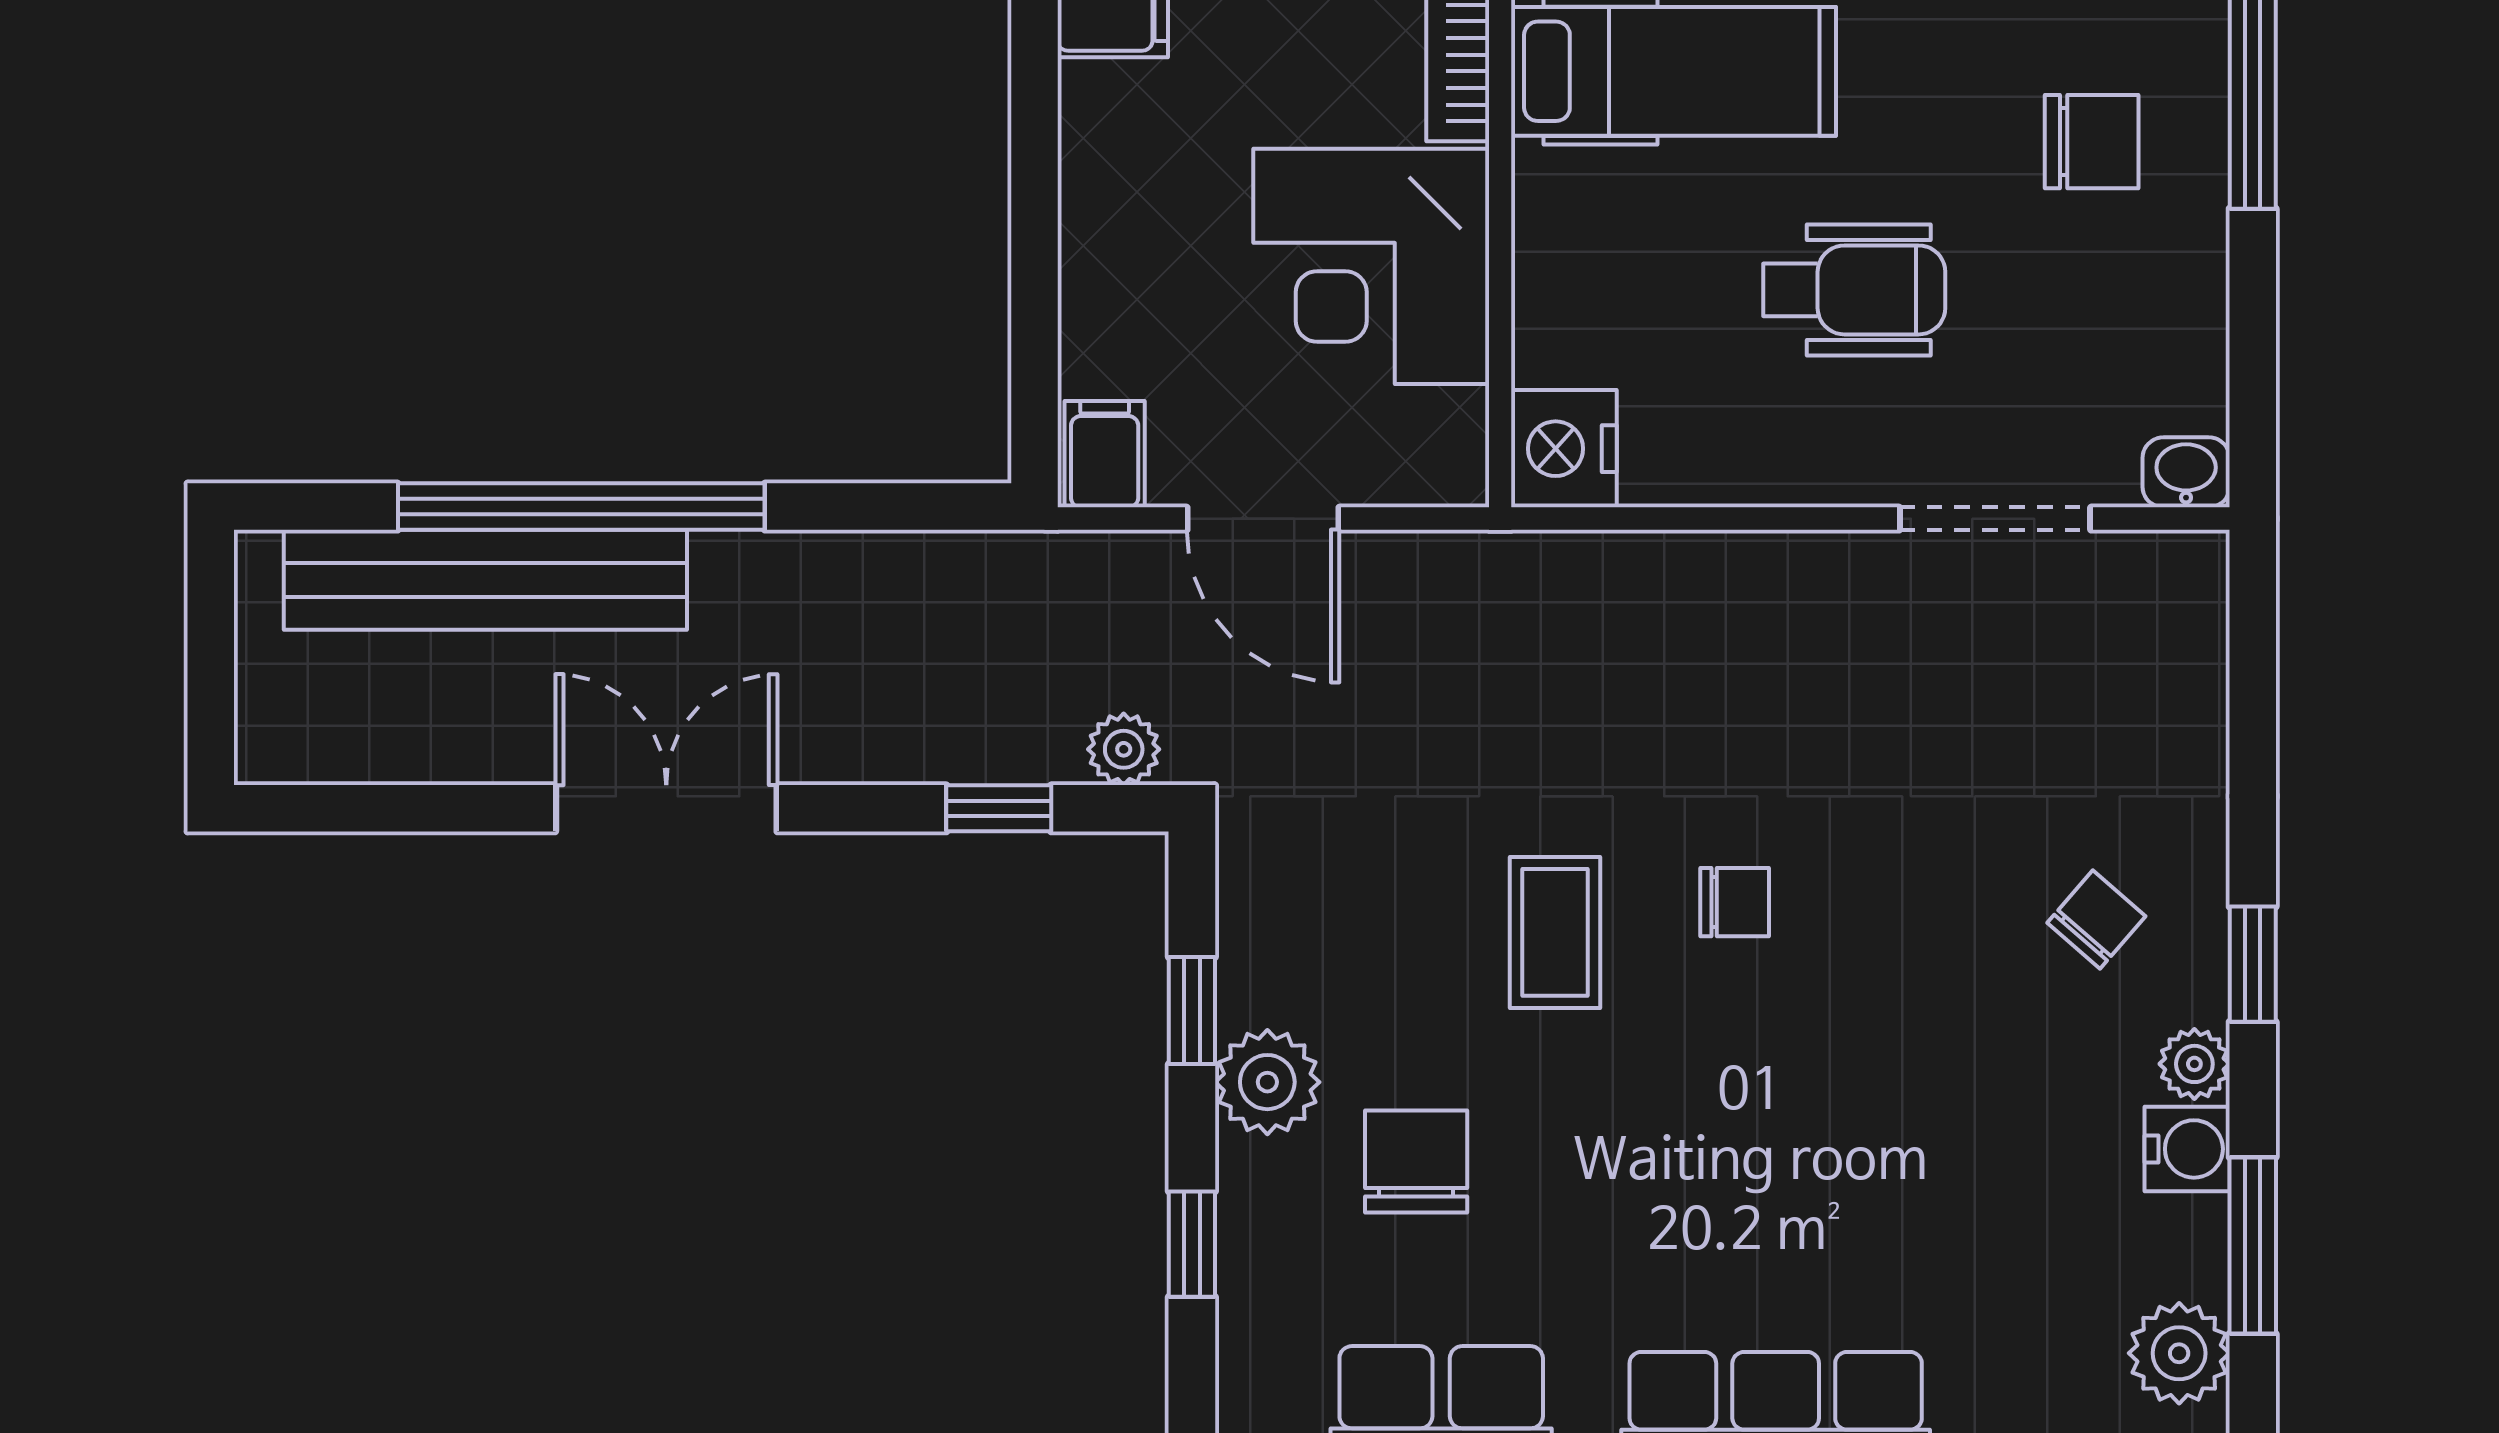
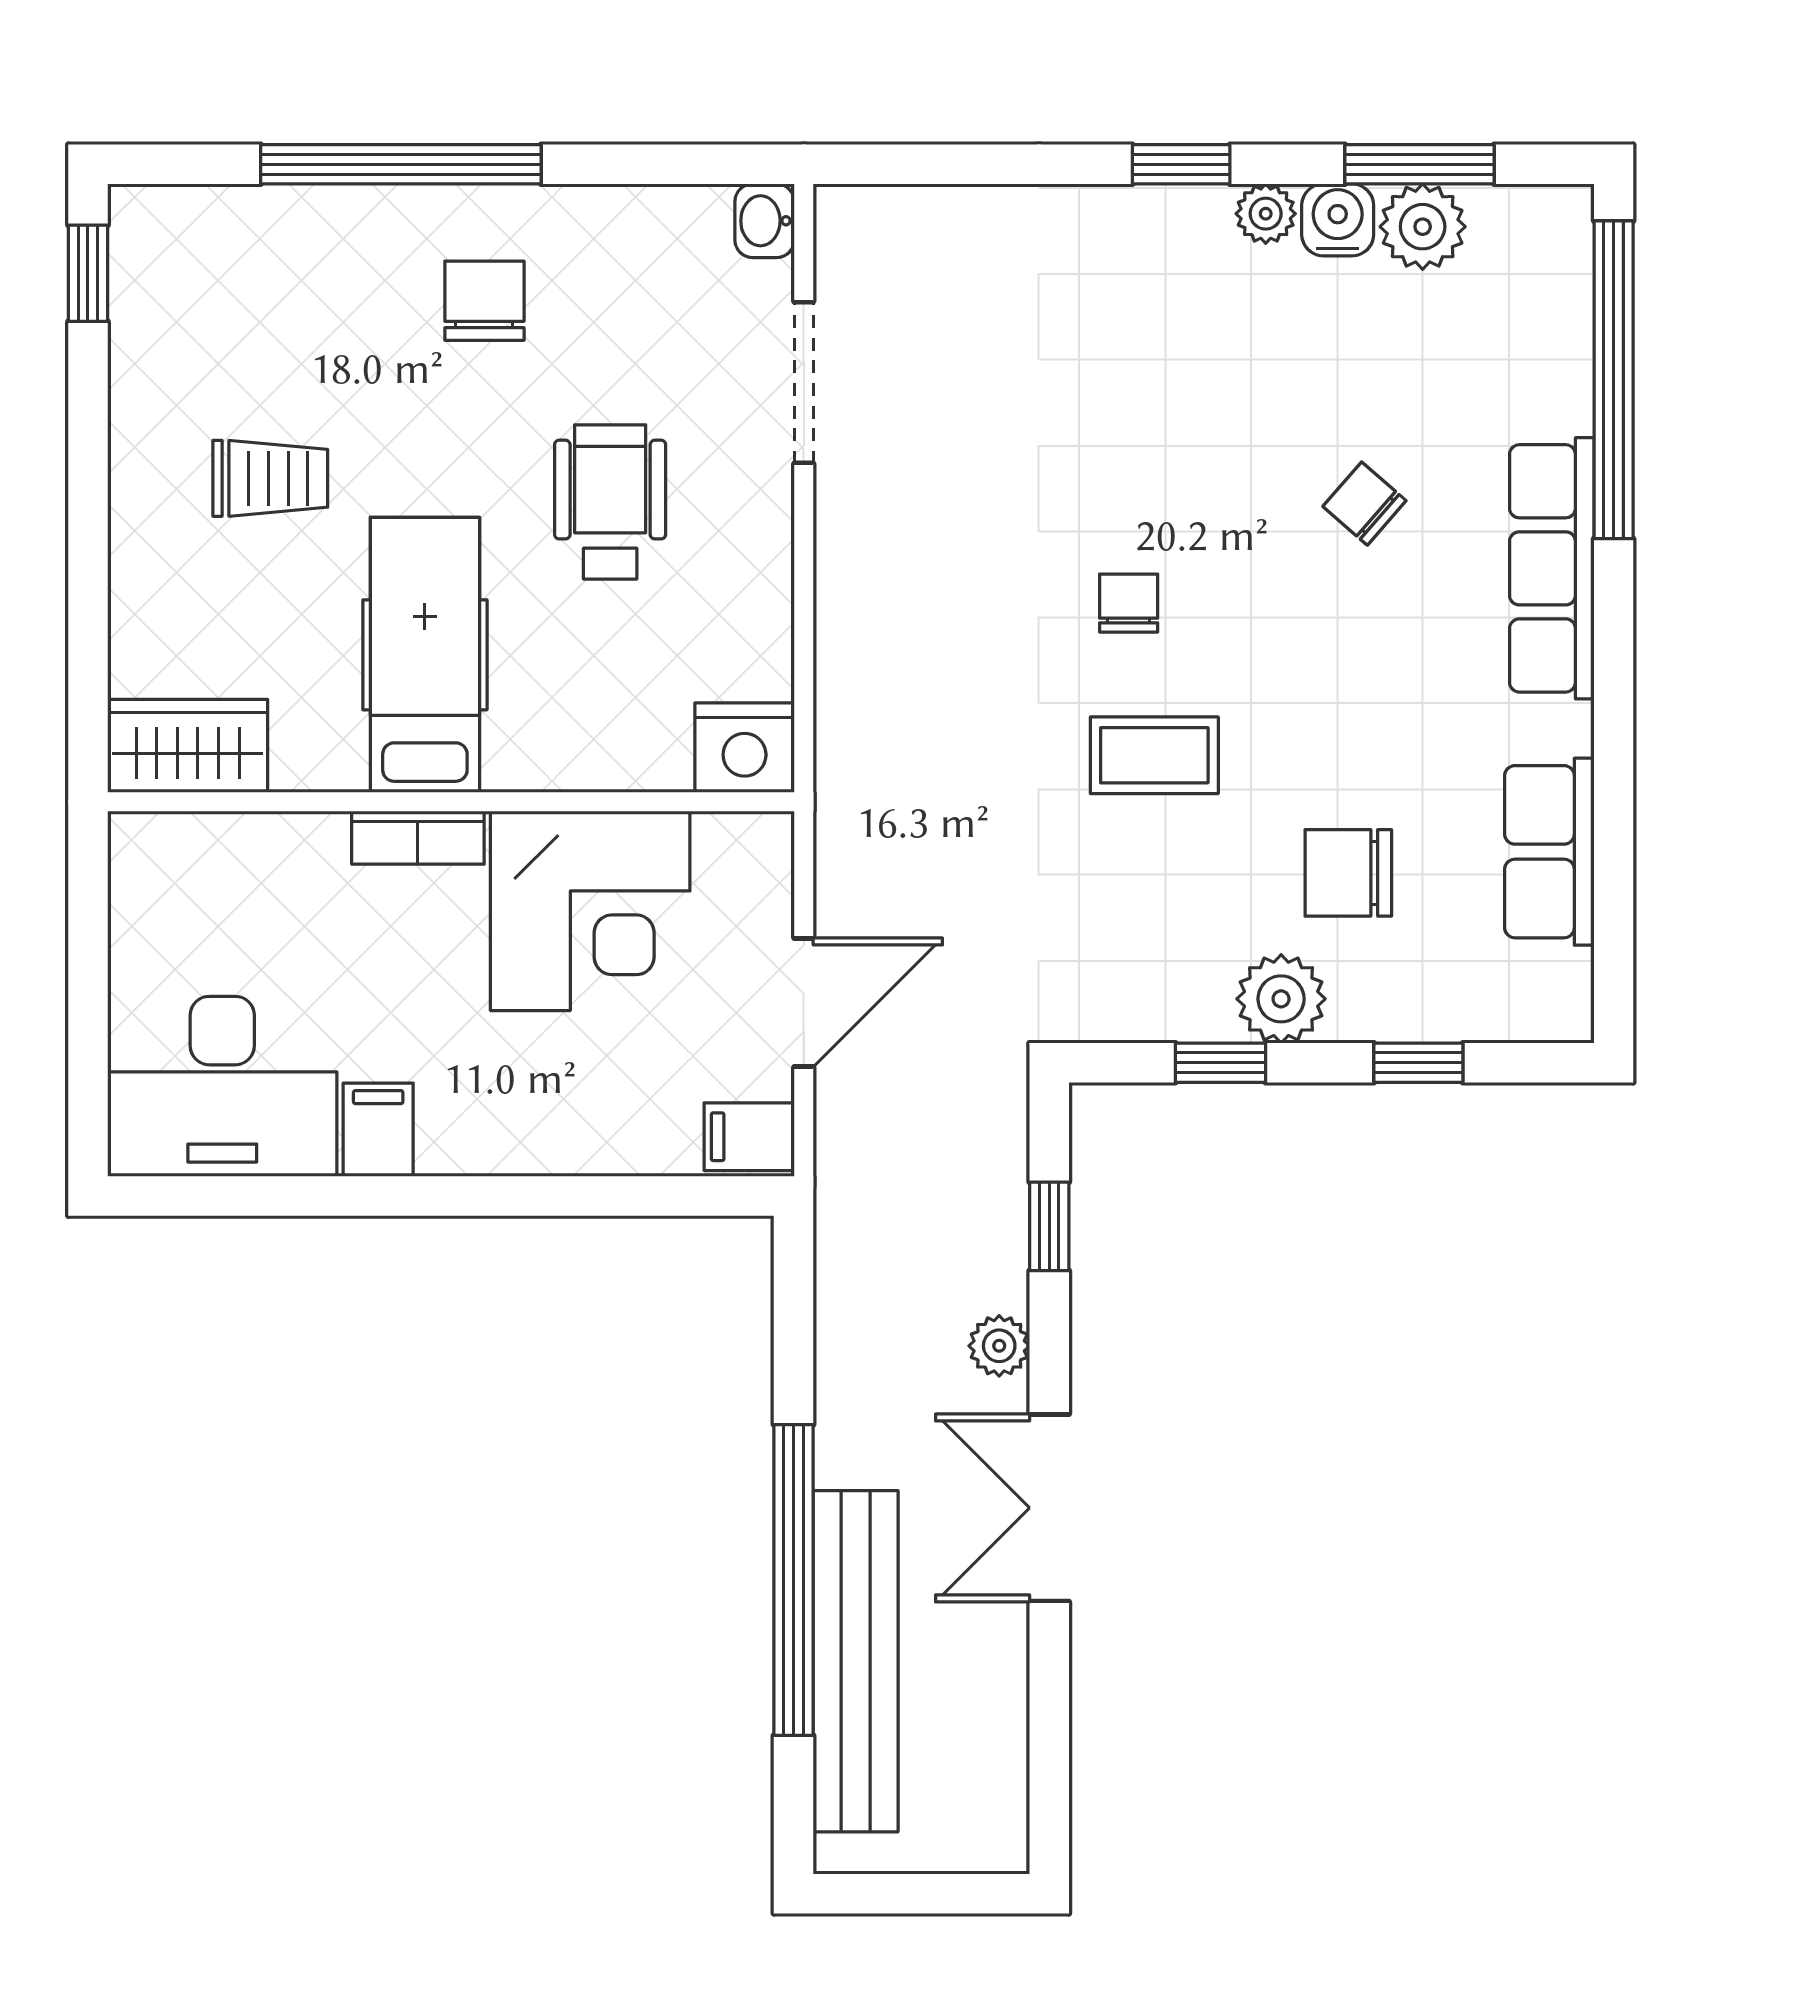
plant: (1124, 749) -> (999, 1346), moved
chair: (2096, 920) -> (1364, 504), moved
plant: (2179, 1353) -> (1423, 227), moved

